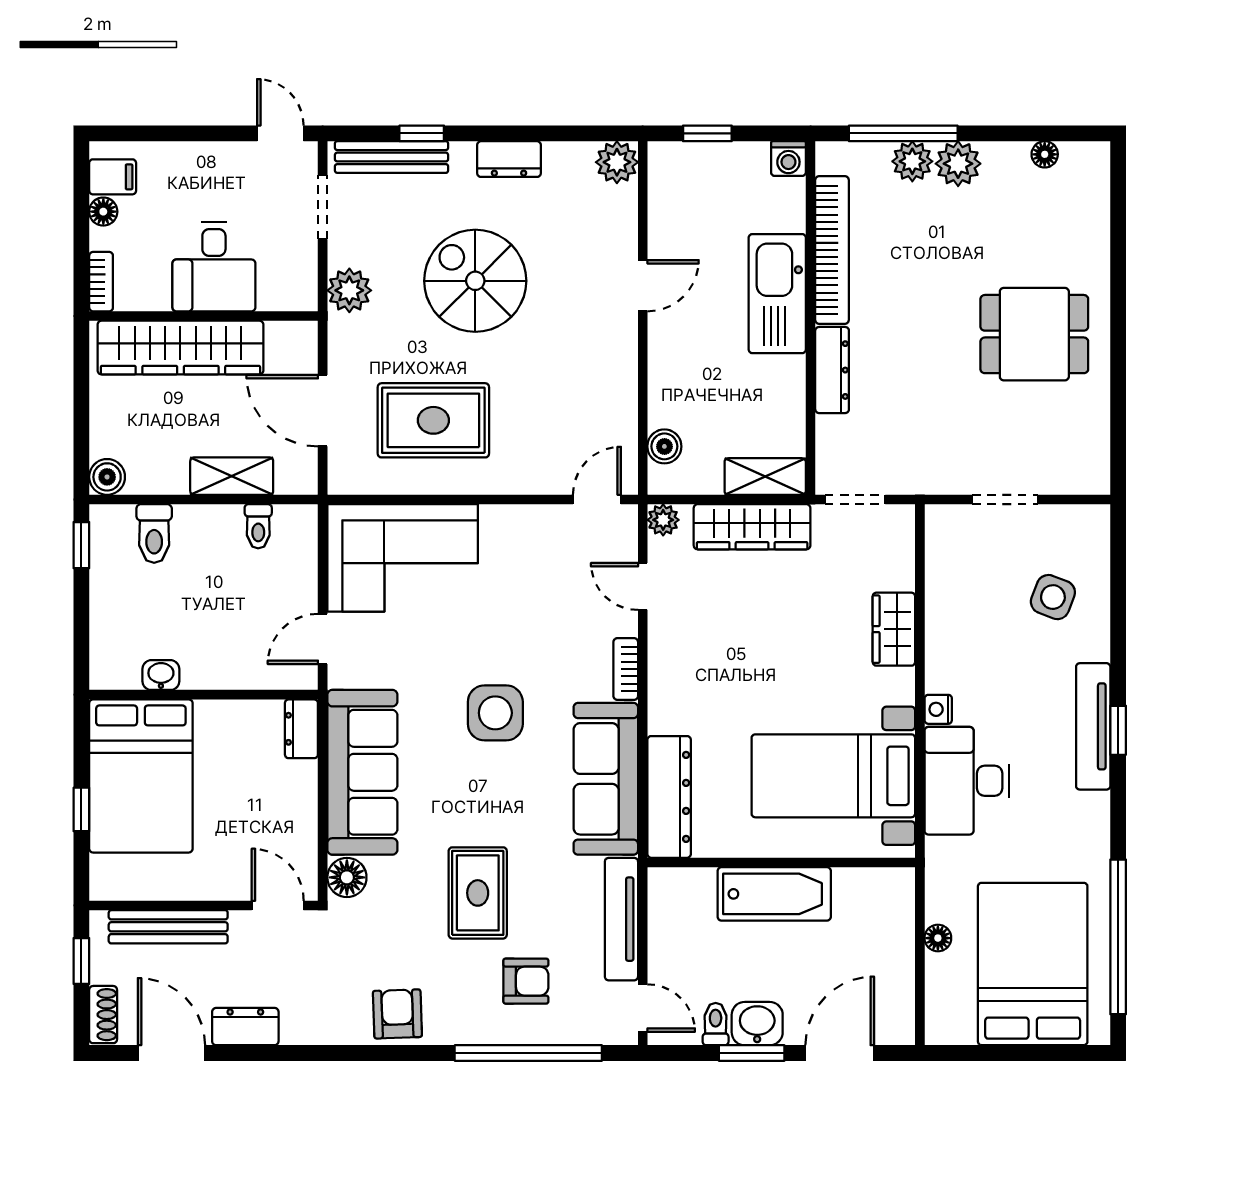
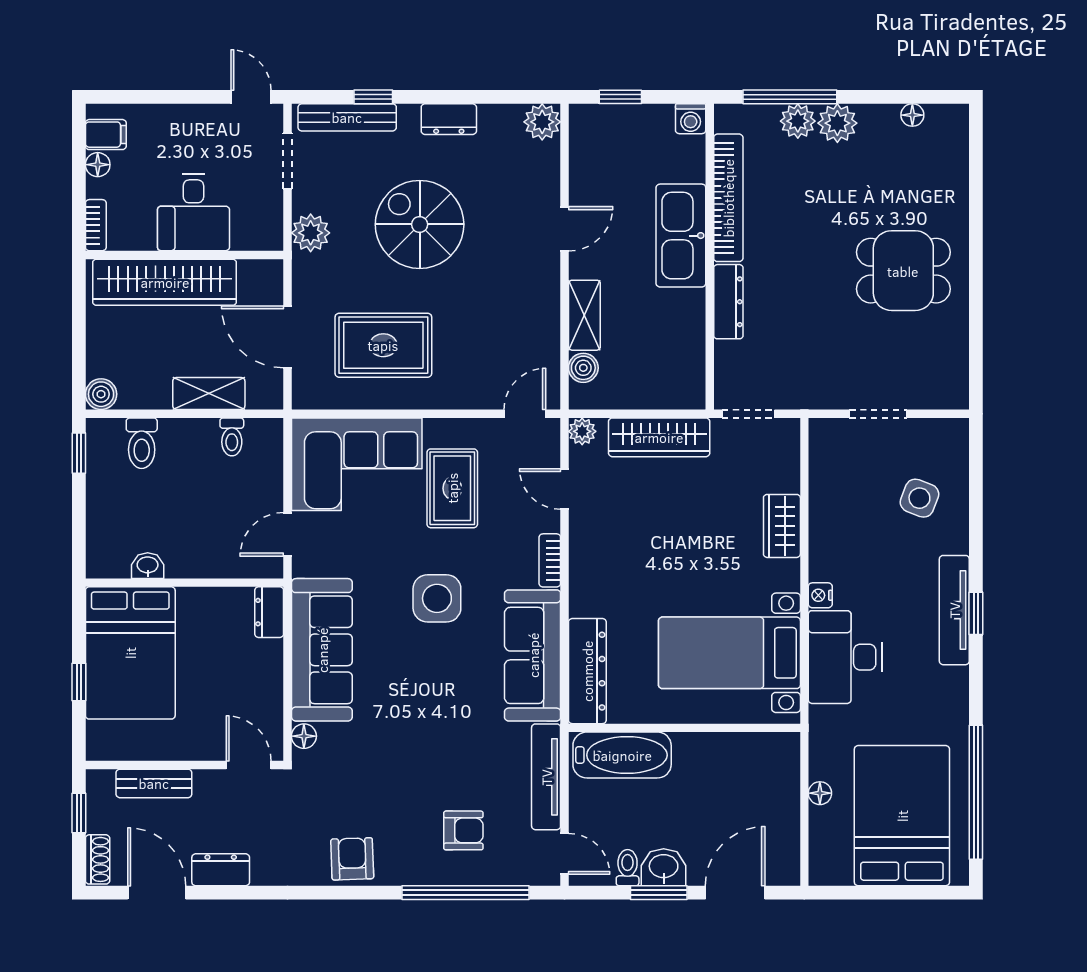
shelving: (765, 477) -> (584, 315), moved, turned 90
floor lamp: (347, 877) -> (304, 736), width x0.73, depth x0.73
rug: (478, 893) -> (452, 488), moved
bathtub: (774, 894) -> (622, 755), moved
bench: (168, 927) -> (154, 783), width x0.73

